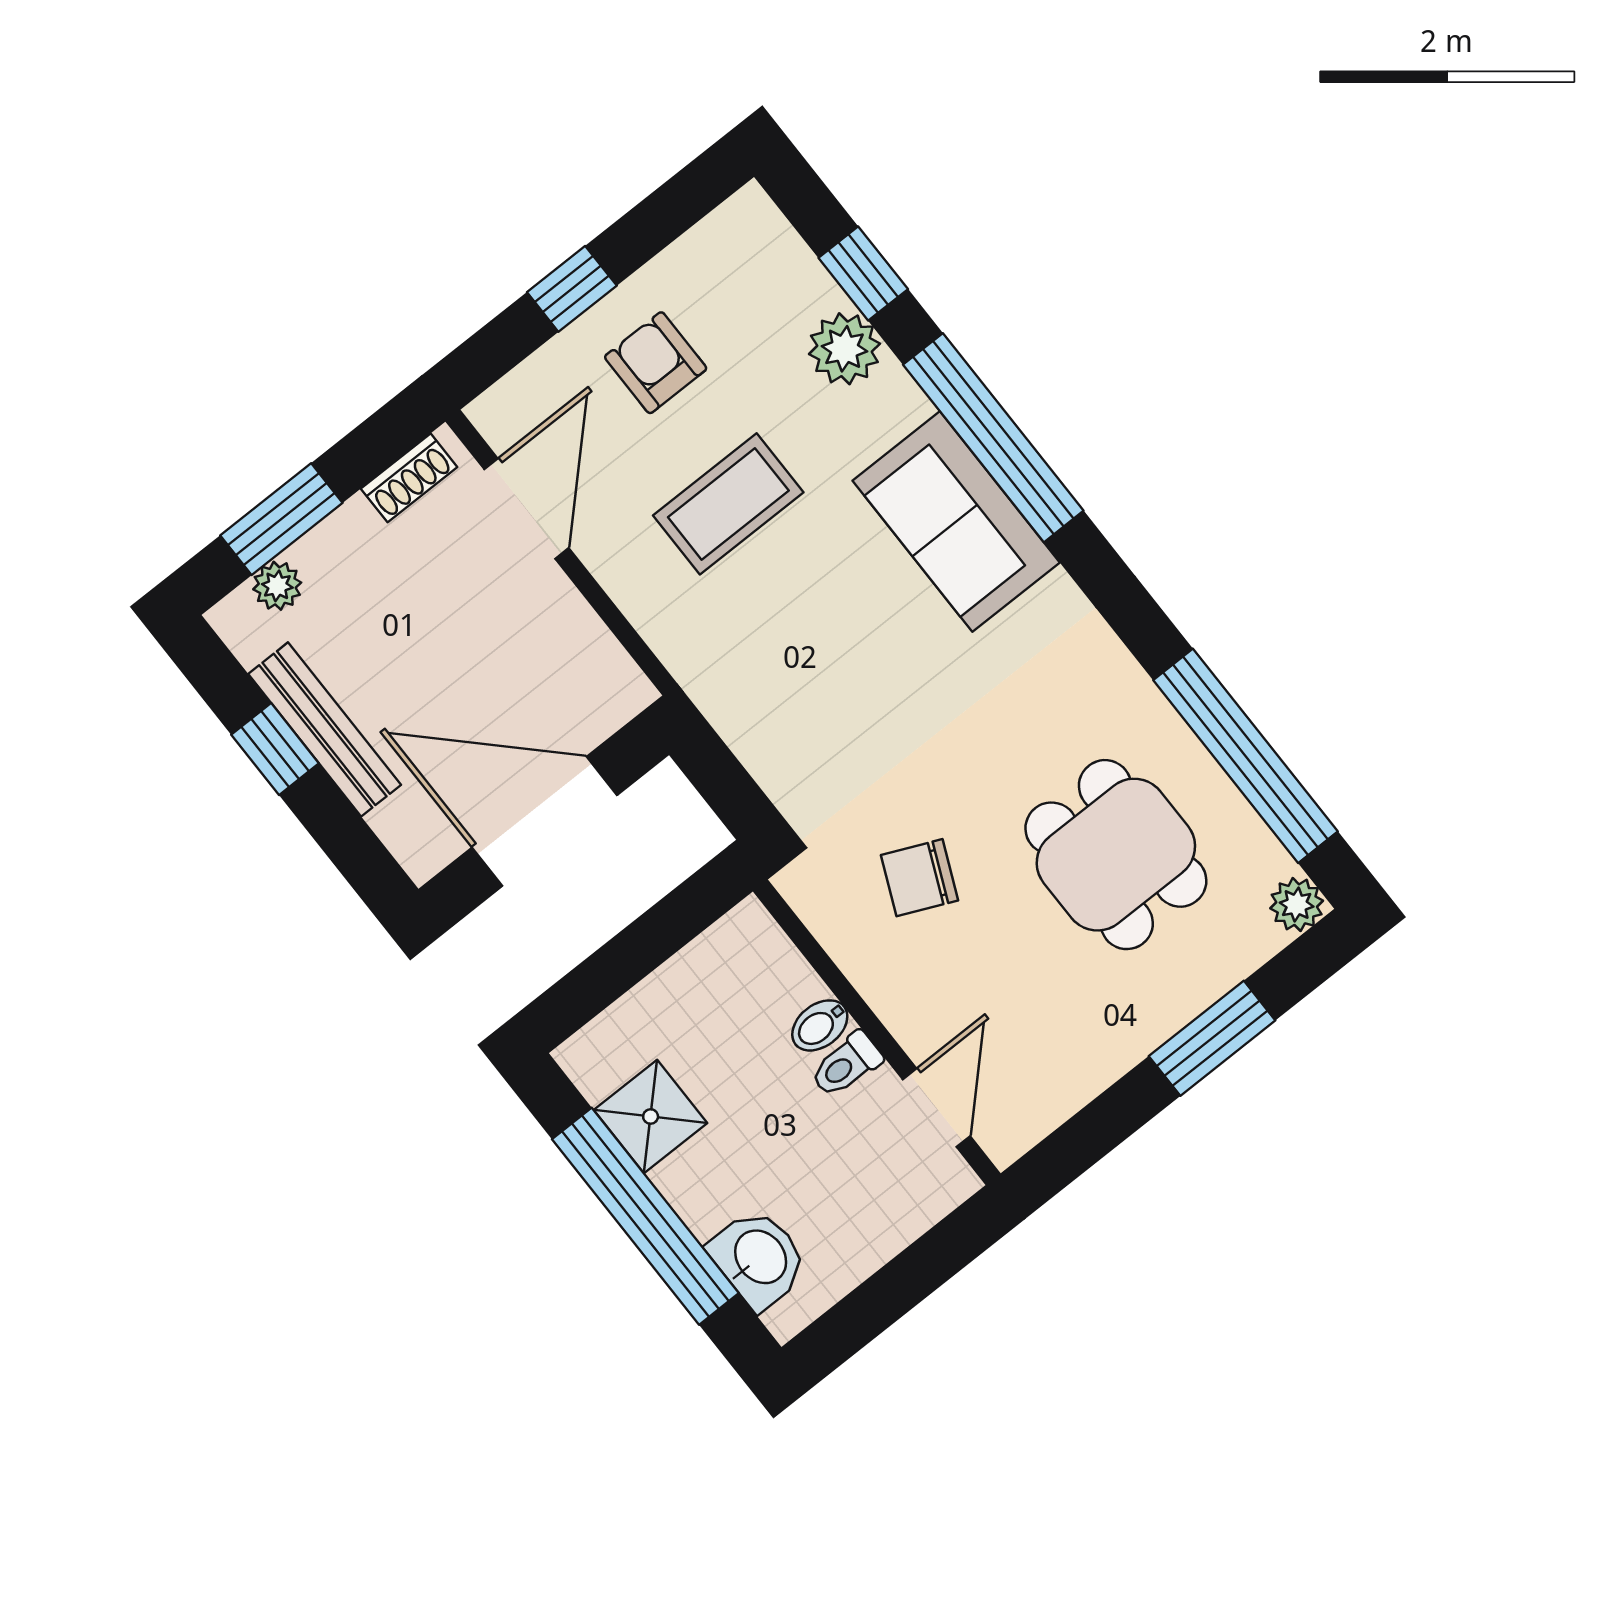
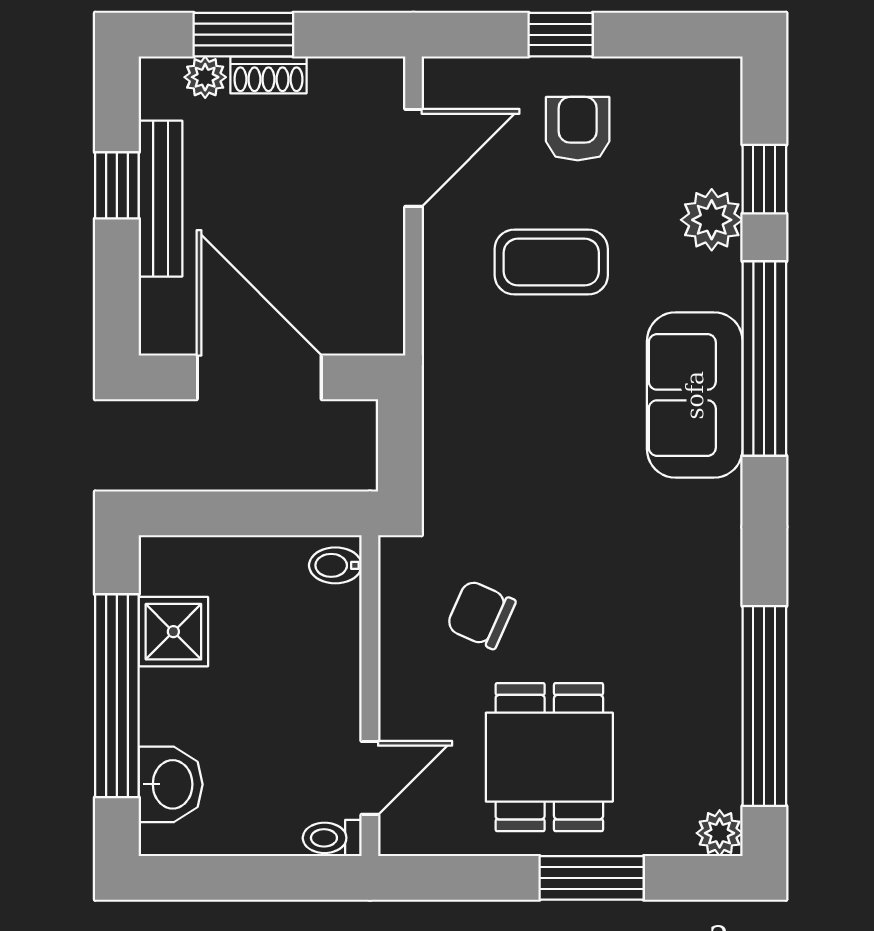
shoe rack: (409, 478) -> (268, 75), moved
dining table: (1116, 855) -> (549, 757), moved
bidet: (820, 1025) -> (335, 565), moved
toilet: (846, 1065) -> (332, 838), moved

